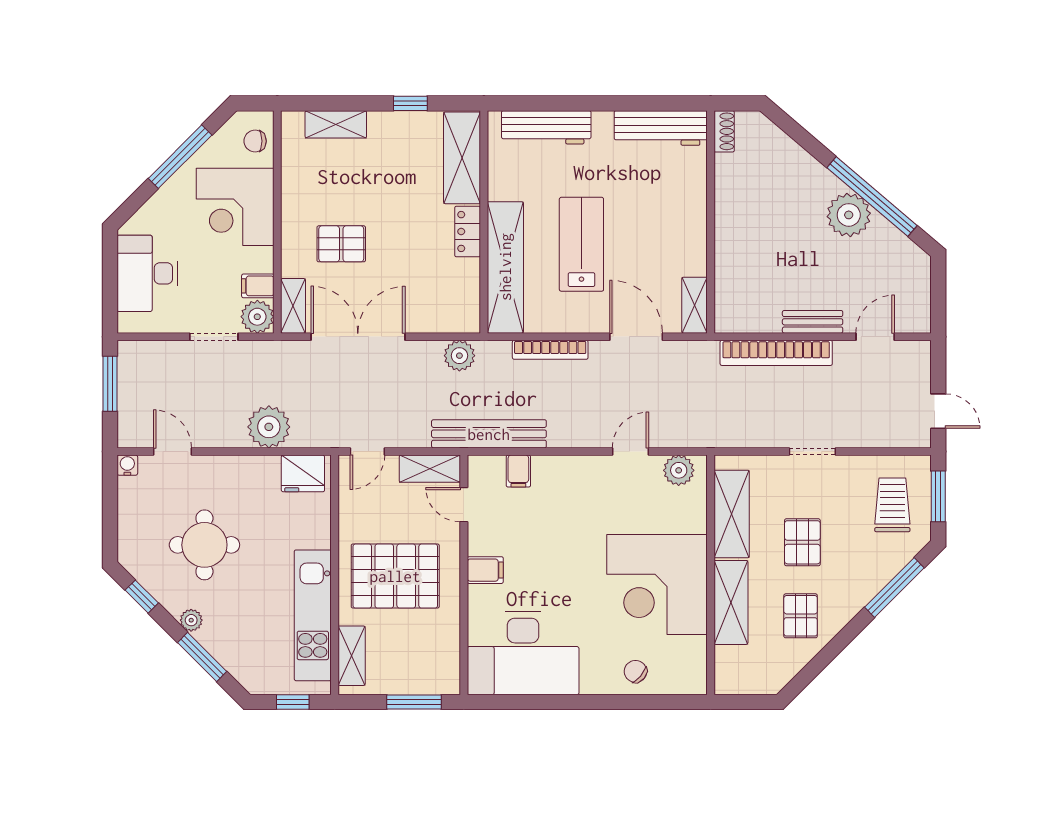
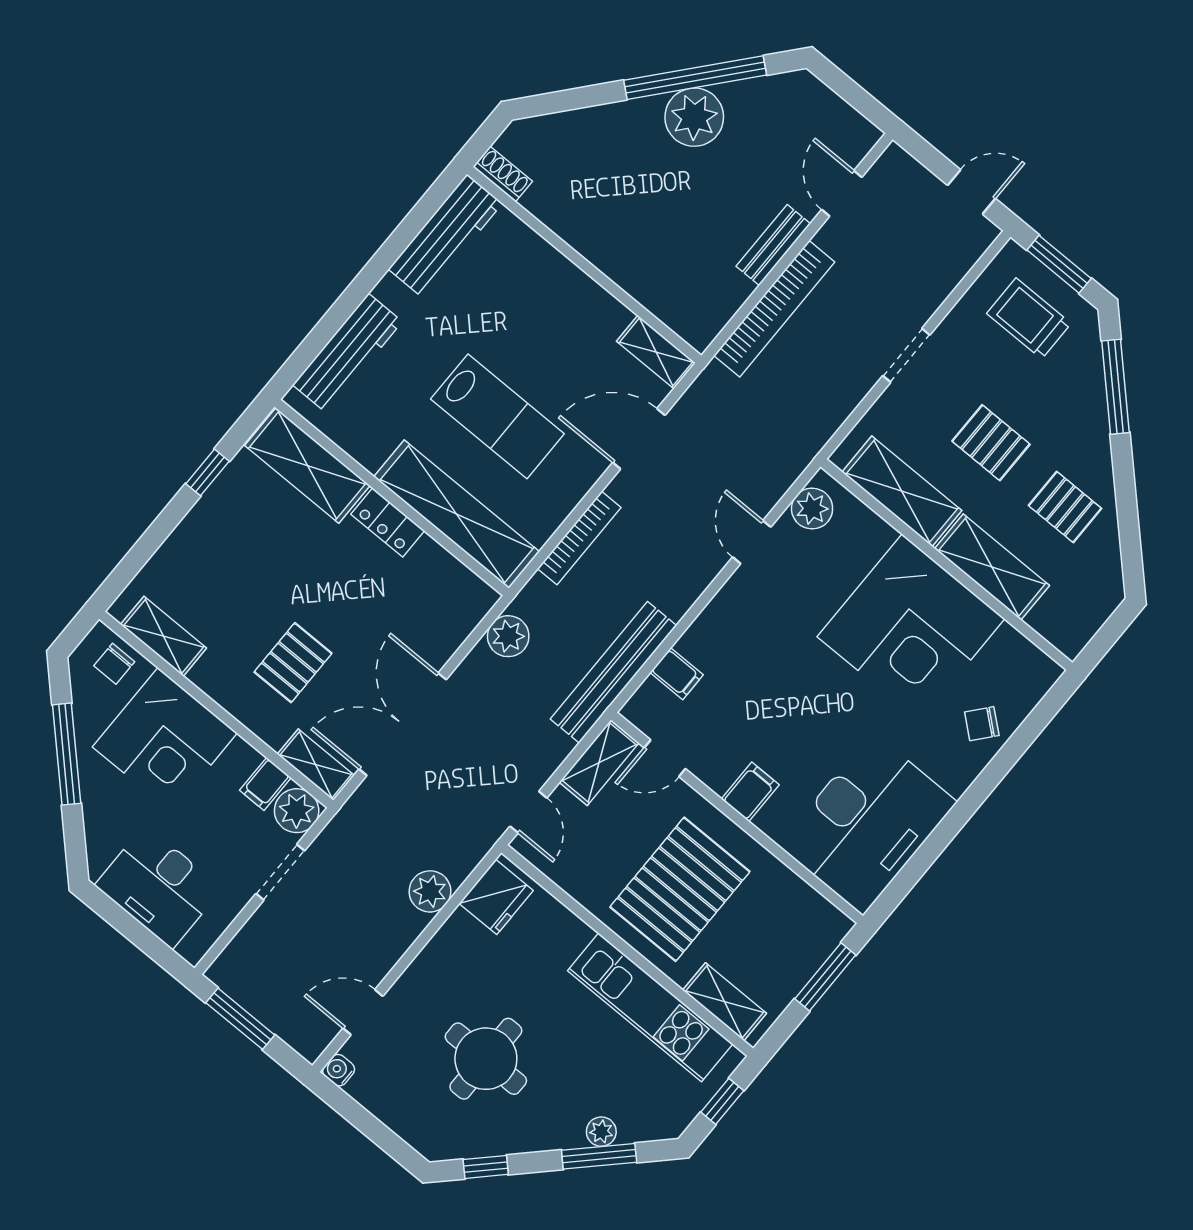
shelving: (336, 124) -> (164, 636), moved, turned 90
lab bench: (581, 244) -> (497, 416), turned 180
plant: (269, 427) -> (430, 891), width x0.73, depth x0.73
plant: (191, 620) -> (601, 1132), moved

